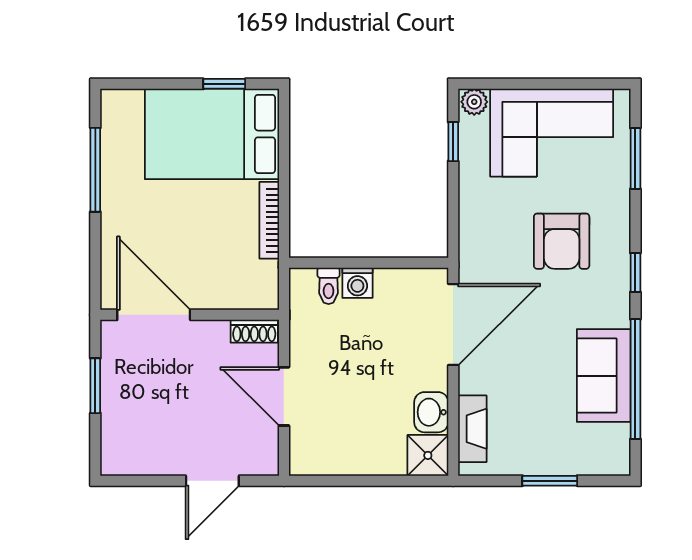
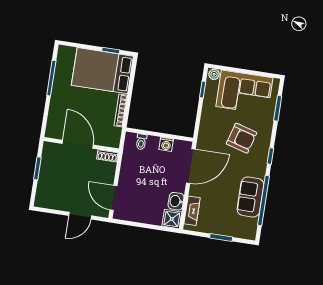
armchair: (562, 241) -> (242, 138), turned -74
washing machine: (357, 283) -> (166, 144), moved
door: (154, 315) -> (78, 144), moved
door: (284, 396) -> (114, 198), moved

